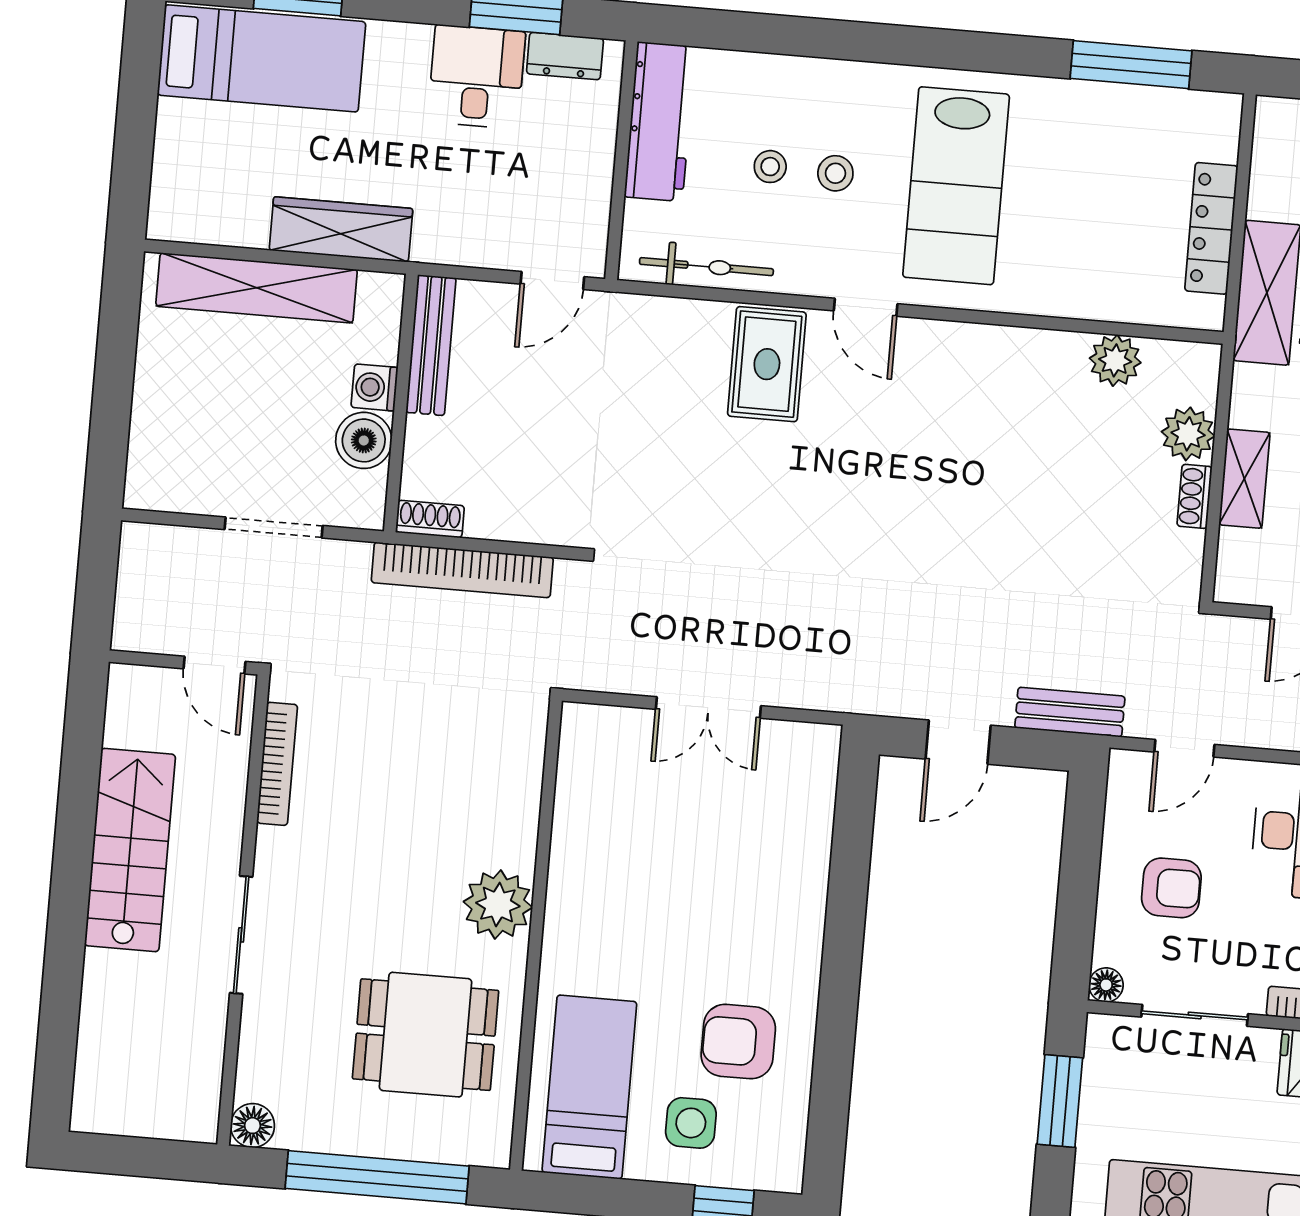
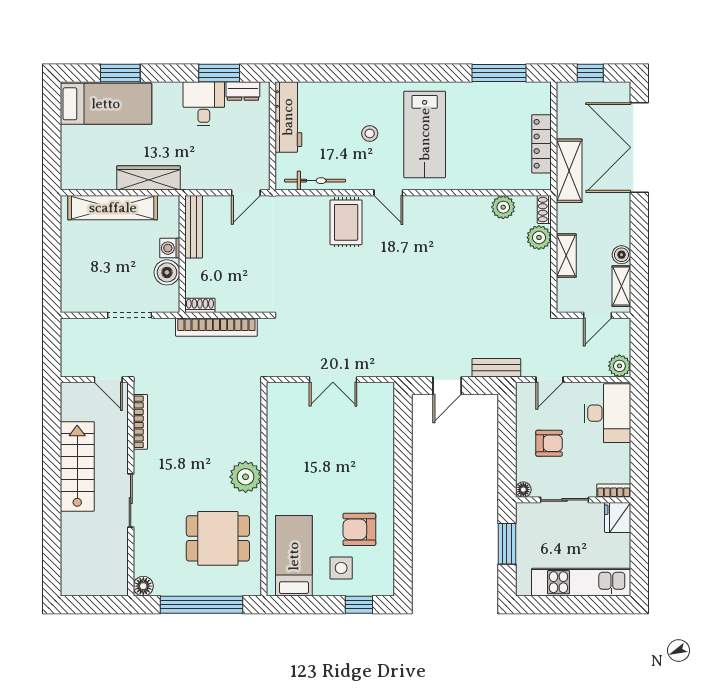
stool: (770, 167) -> (340, 133), removed
shoe rack: (1195, 496) -> (544, 209), moved

